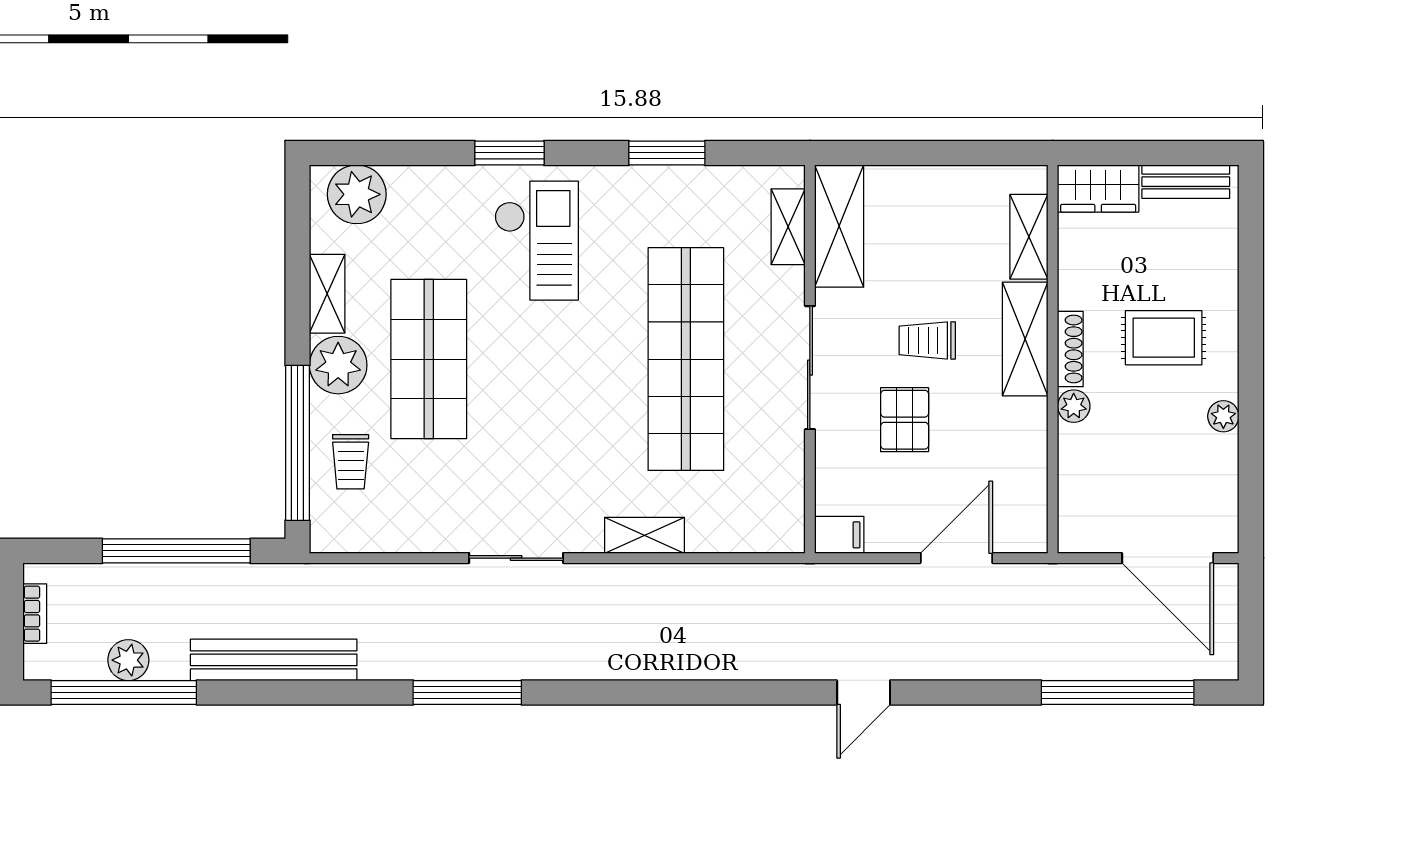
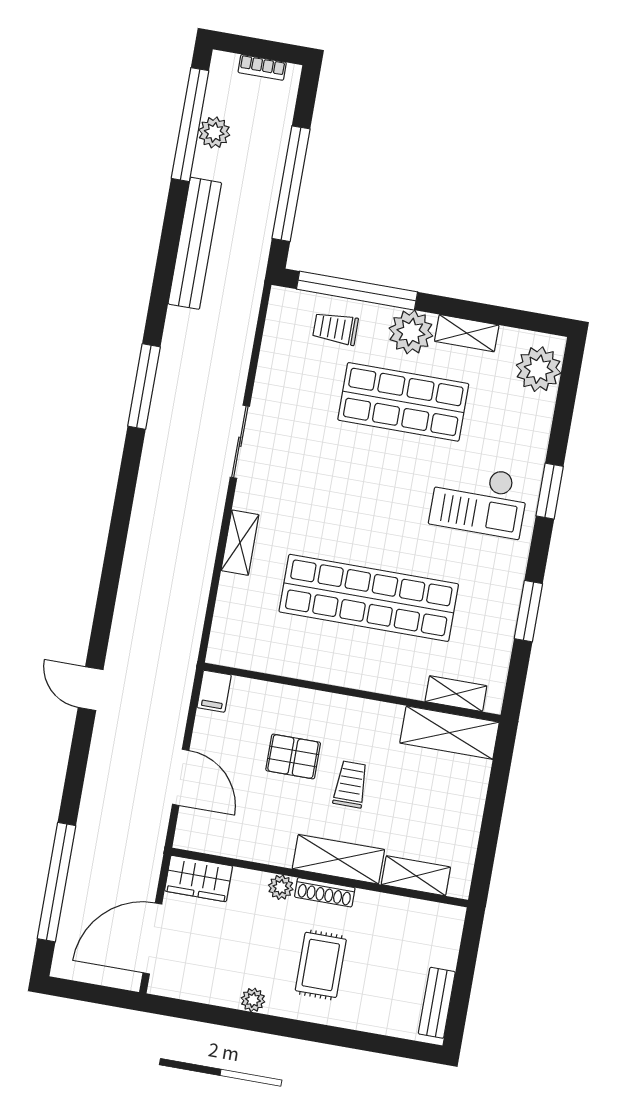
wardrobe: (1098, 188) -> (199, 878), moved, turned -90
sliding door: (810, 368) -> (345, 691), removed

